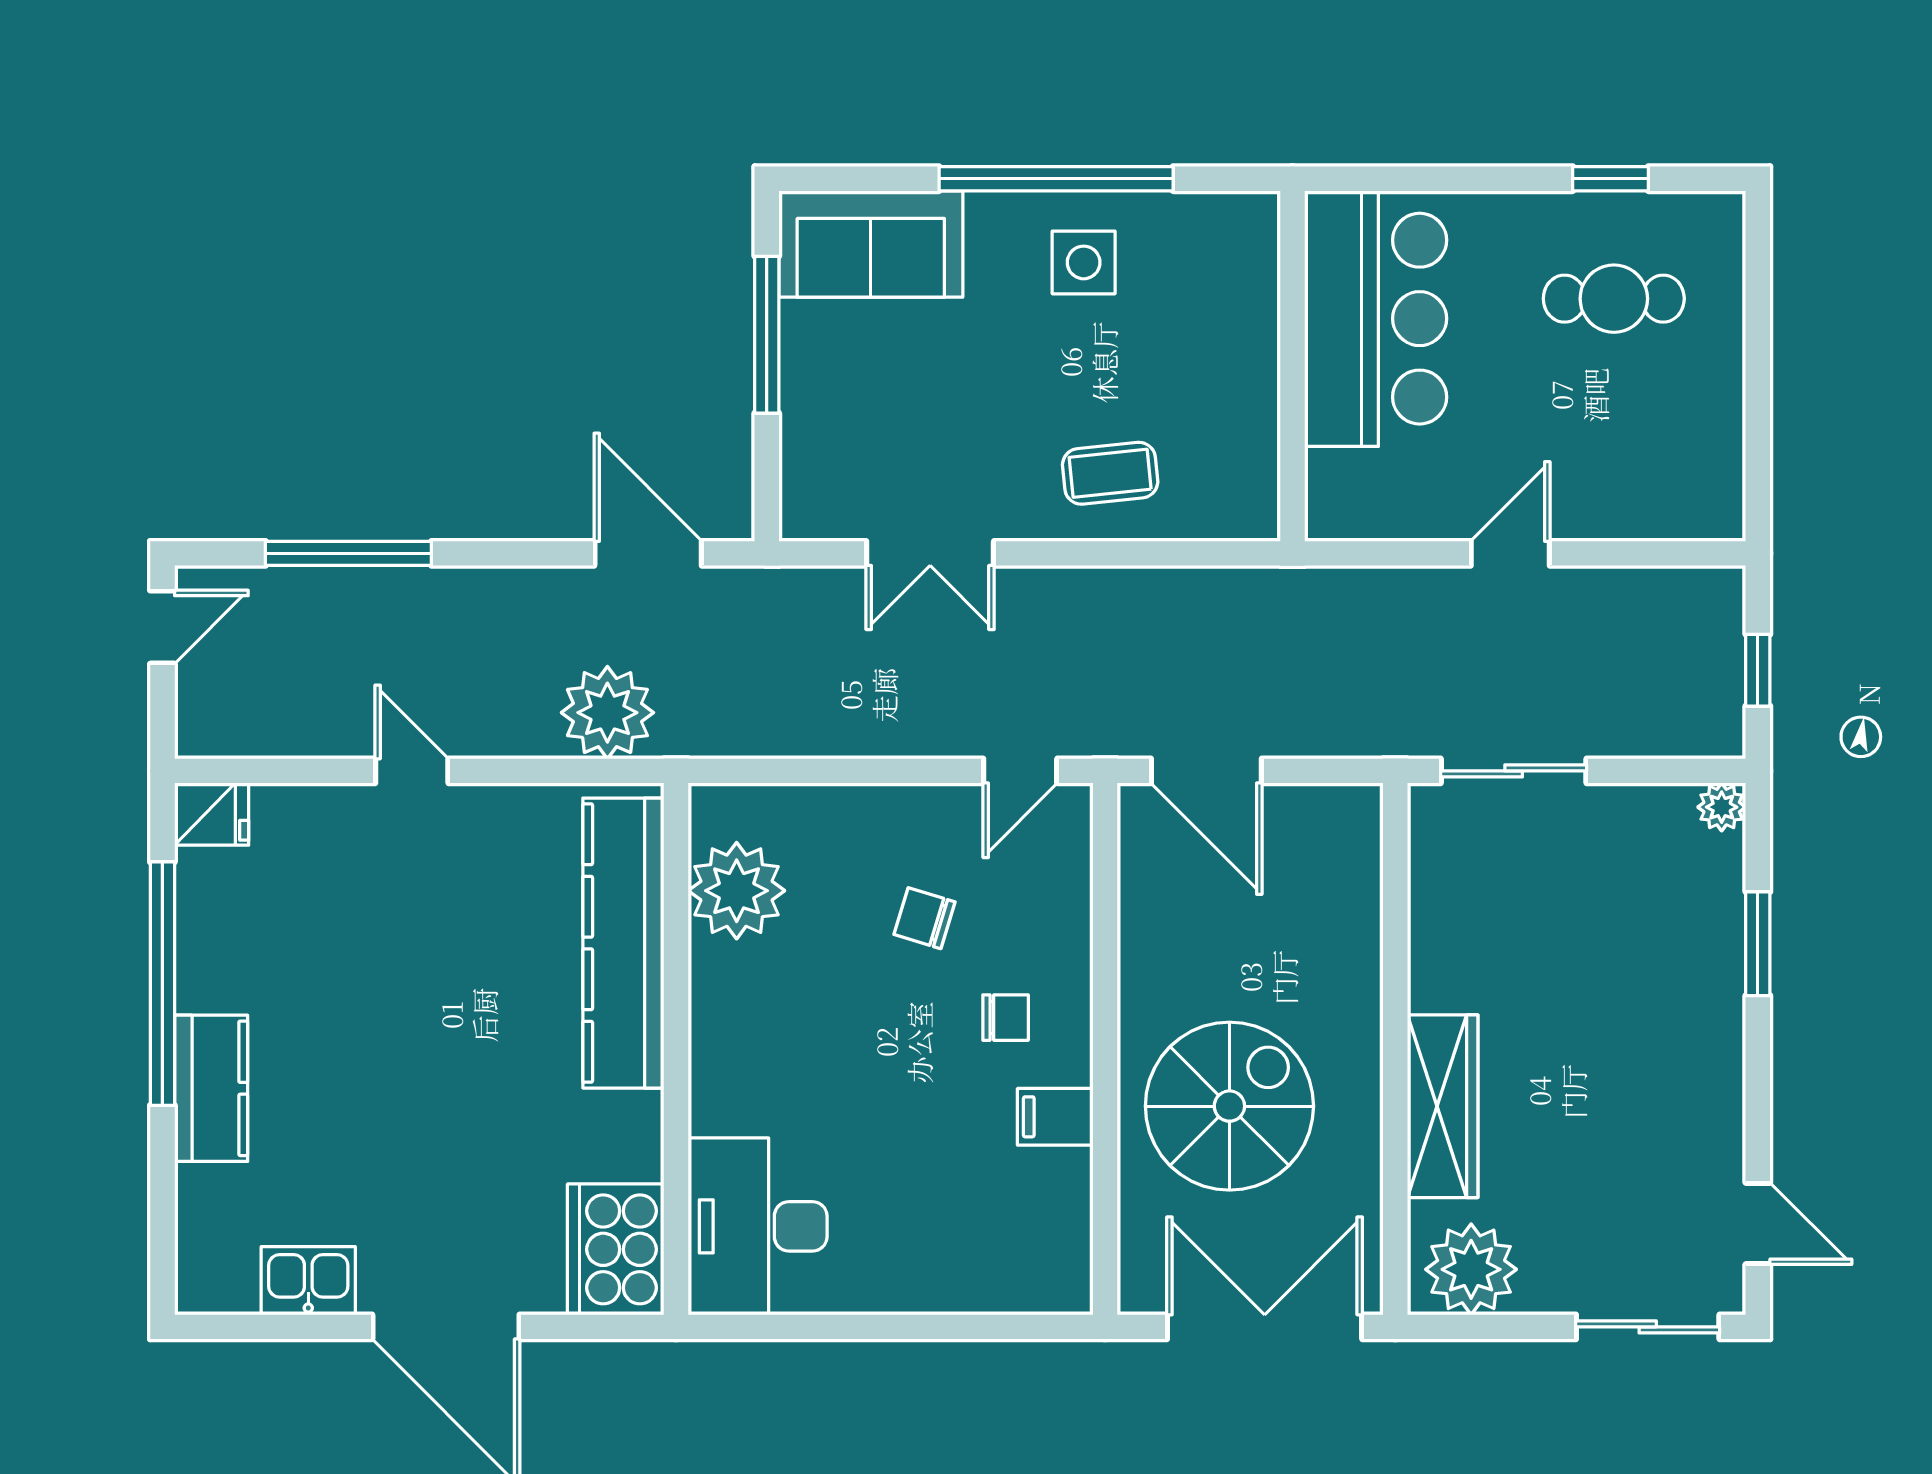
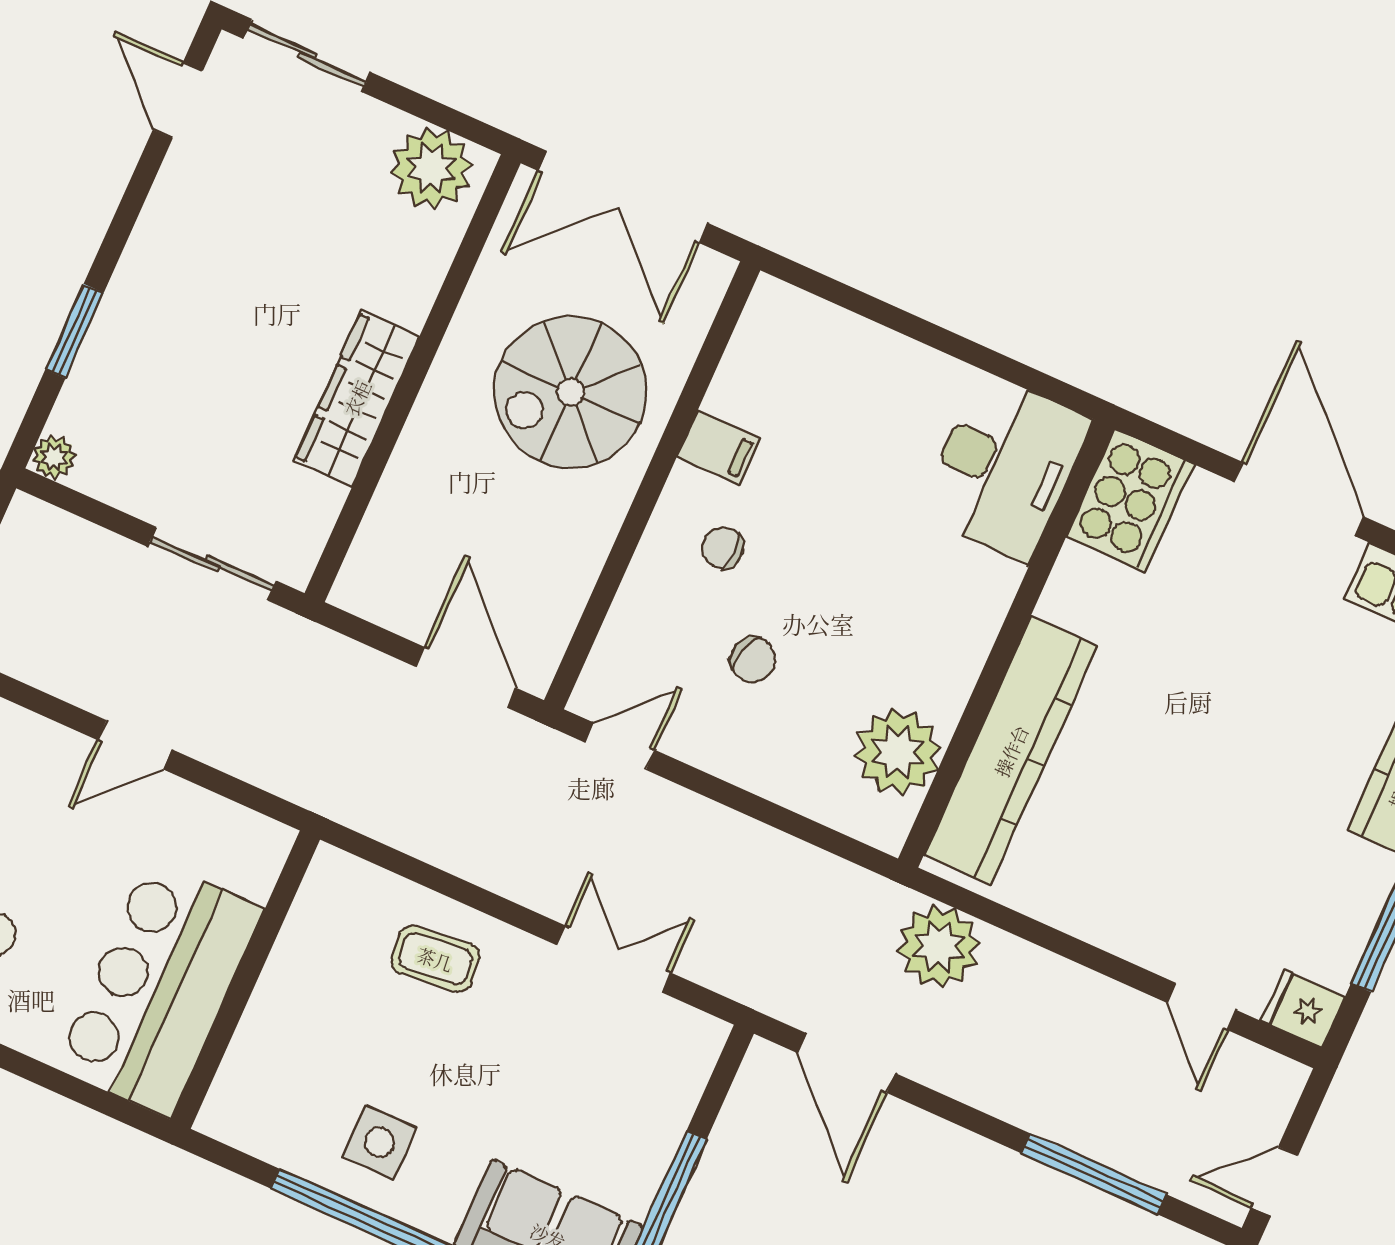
door: (412, 771) -> (1202, 1007), moved
wardrobe: (1443, 1106) -> (357, 398), moved

